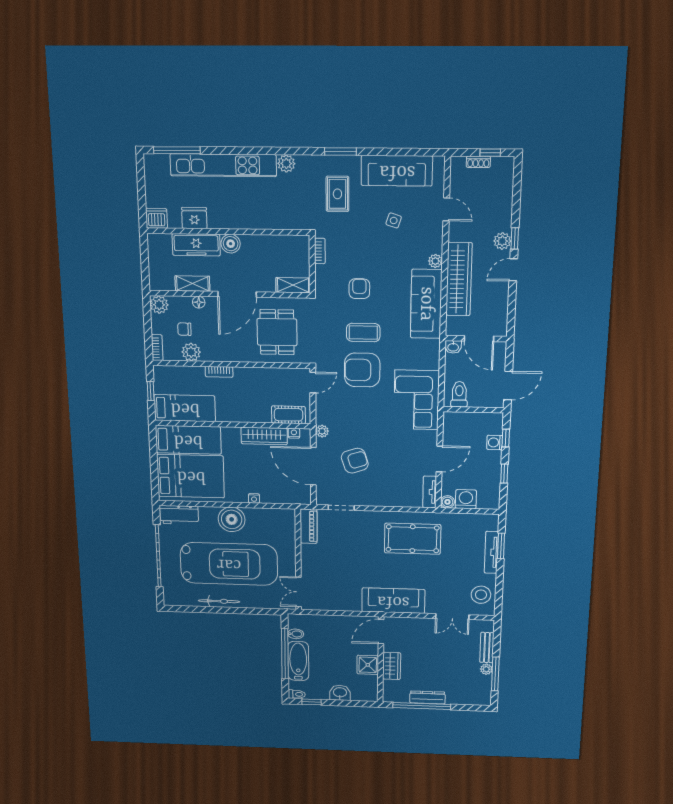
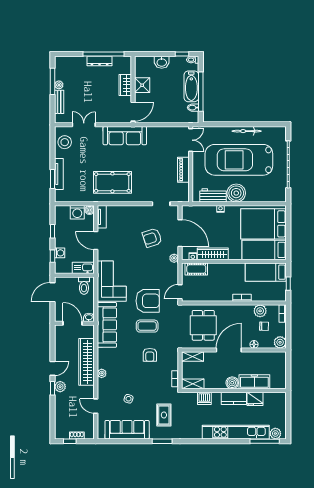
plant: (286, 163) -> (275, 434), moved
dishwasher: (157, 218) -> (204, 398), moved
kitchen counter: (227, 219) -> (234, 398), added
shelving: (192, 284) -> (193, 384), moved
sofa: (426, 304) -> (107, 325), moved
kitchen sink: (460, 420) -> (83, 268), added
door: (439, 459) -> (96, 240), hinge flipped
workbench: (179, 515) -> (213, 195), moved
piano: (309, 526) -> (183, 170), moved

